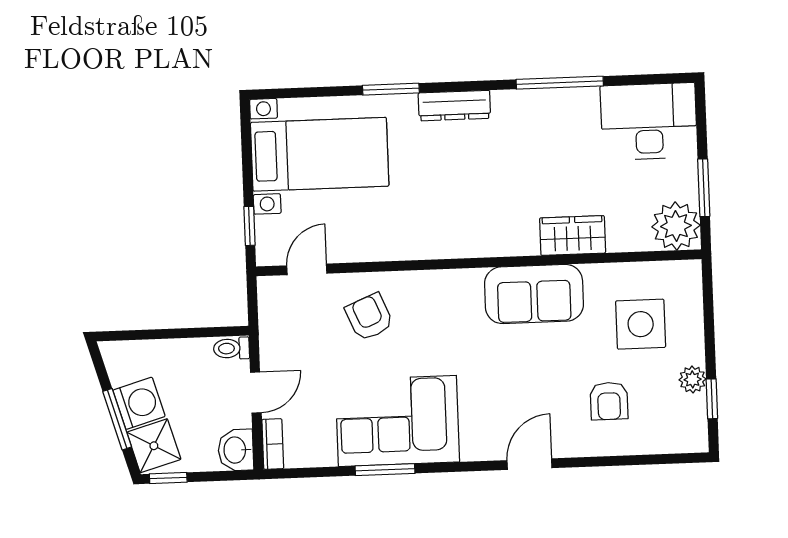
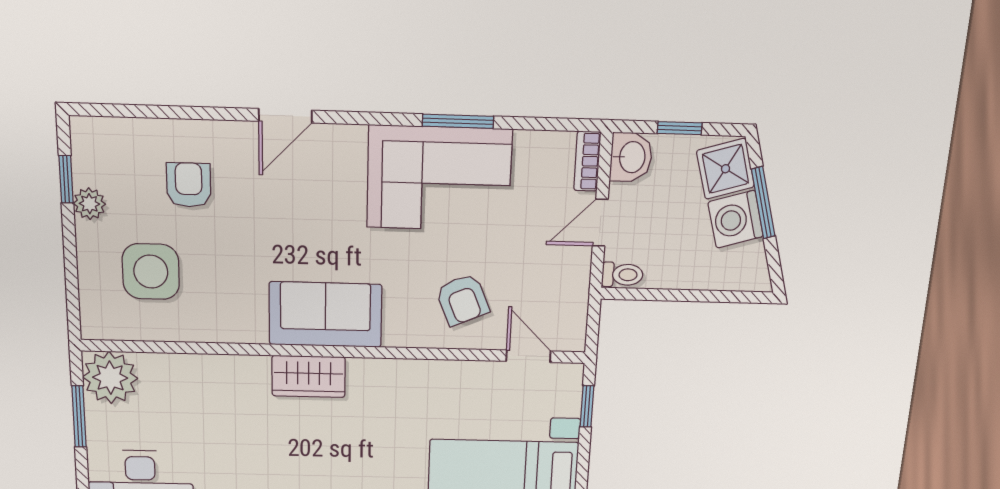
wardrobe: (573, 235) -> (309, 376), moved
door: (307, 269) -> (528, 356), swing flipped
sofa: (534, 294) -> (325, 315), moved
window: (168, 478) -> (680, 128), moved

